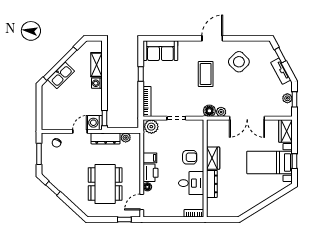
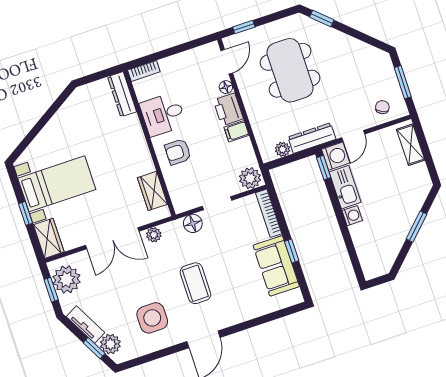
sofa: (160, 51) -> (276, 266), moved, turned -90
plant: (270, 54) -> (110, 344), added
side table: (239, 62) -> (152, 318), turned 45
window: (60, 64) -> (416, 227), width x0.47
shelving: (96, 65) -> (411, 145), moved
kitchen sink: (61, 75) -> (345, 187), moved, turned 135
plant: (287, 98) -> (66, 279), width x1.88, depth x1.88
floor lamp: (209, 111) -> (193, 223), moved
double door: (247, 118) -> (112, 238), swing flipped
wardrobe: (213, 158) -> (152, 191), moved
window: (295, 161) -> (26, 213), moved
dresser: (212, 184) -> (122, 94), moved
window: (53, 188) -> (322, 18), moved

